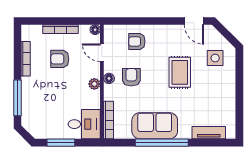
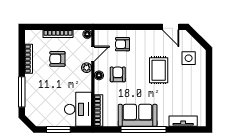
door: (102, 53) -> (93, 54), swing flipped
plant: (94, 84) -> (87, 68), moved
desk: (84, 124) -> (78, 109), width x1.37

